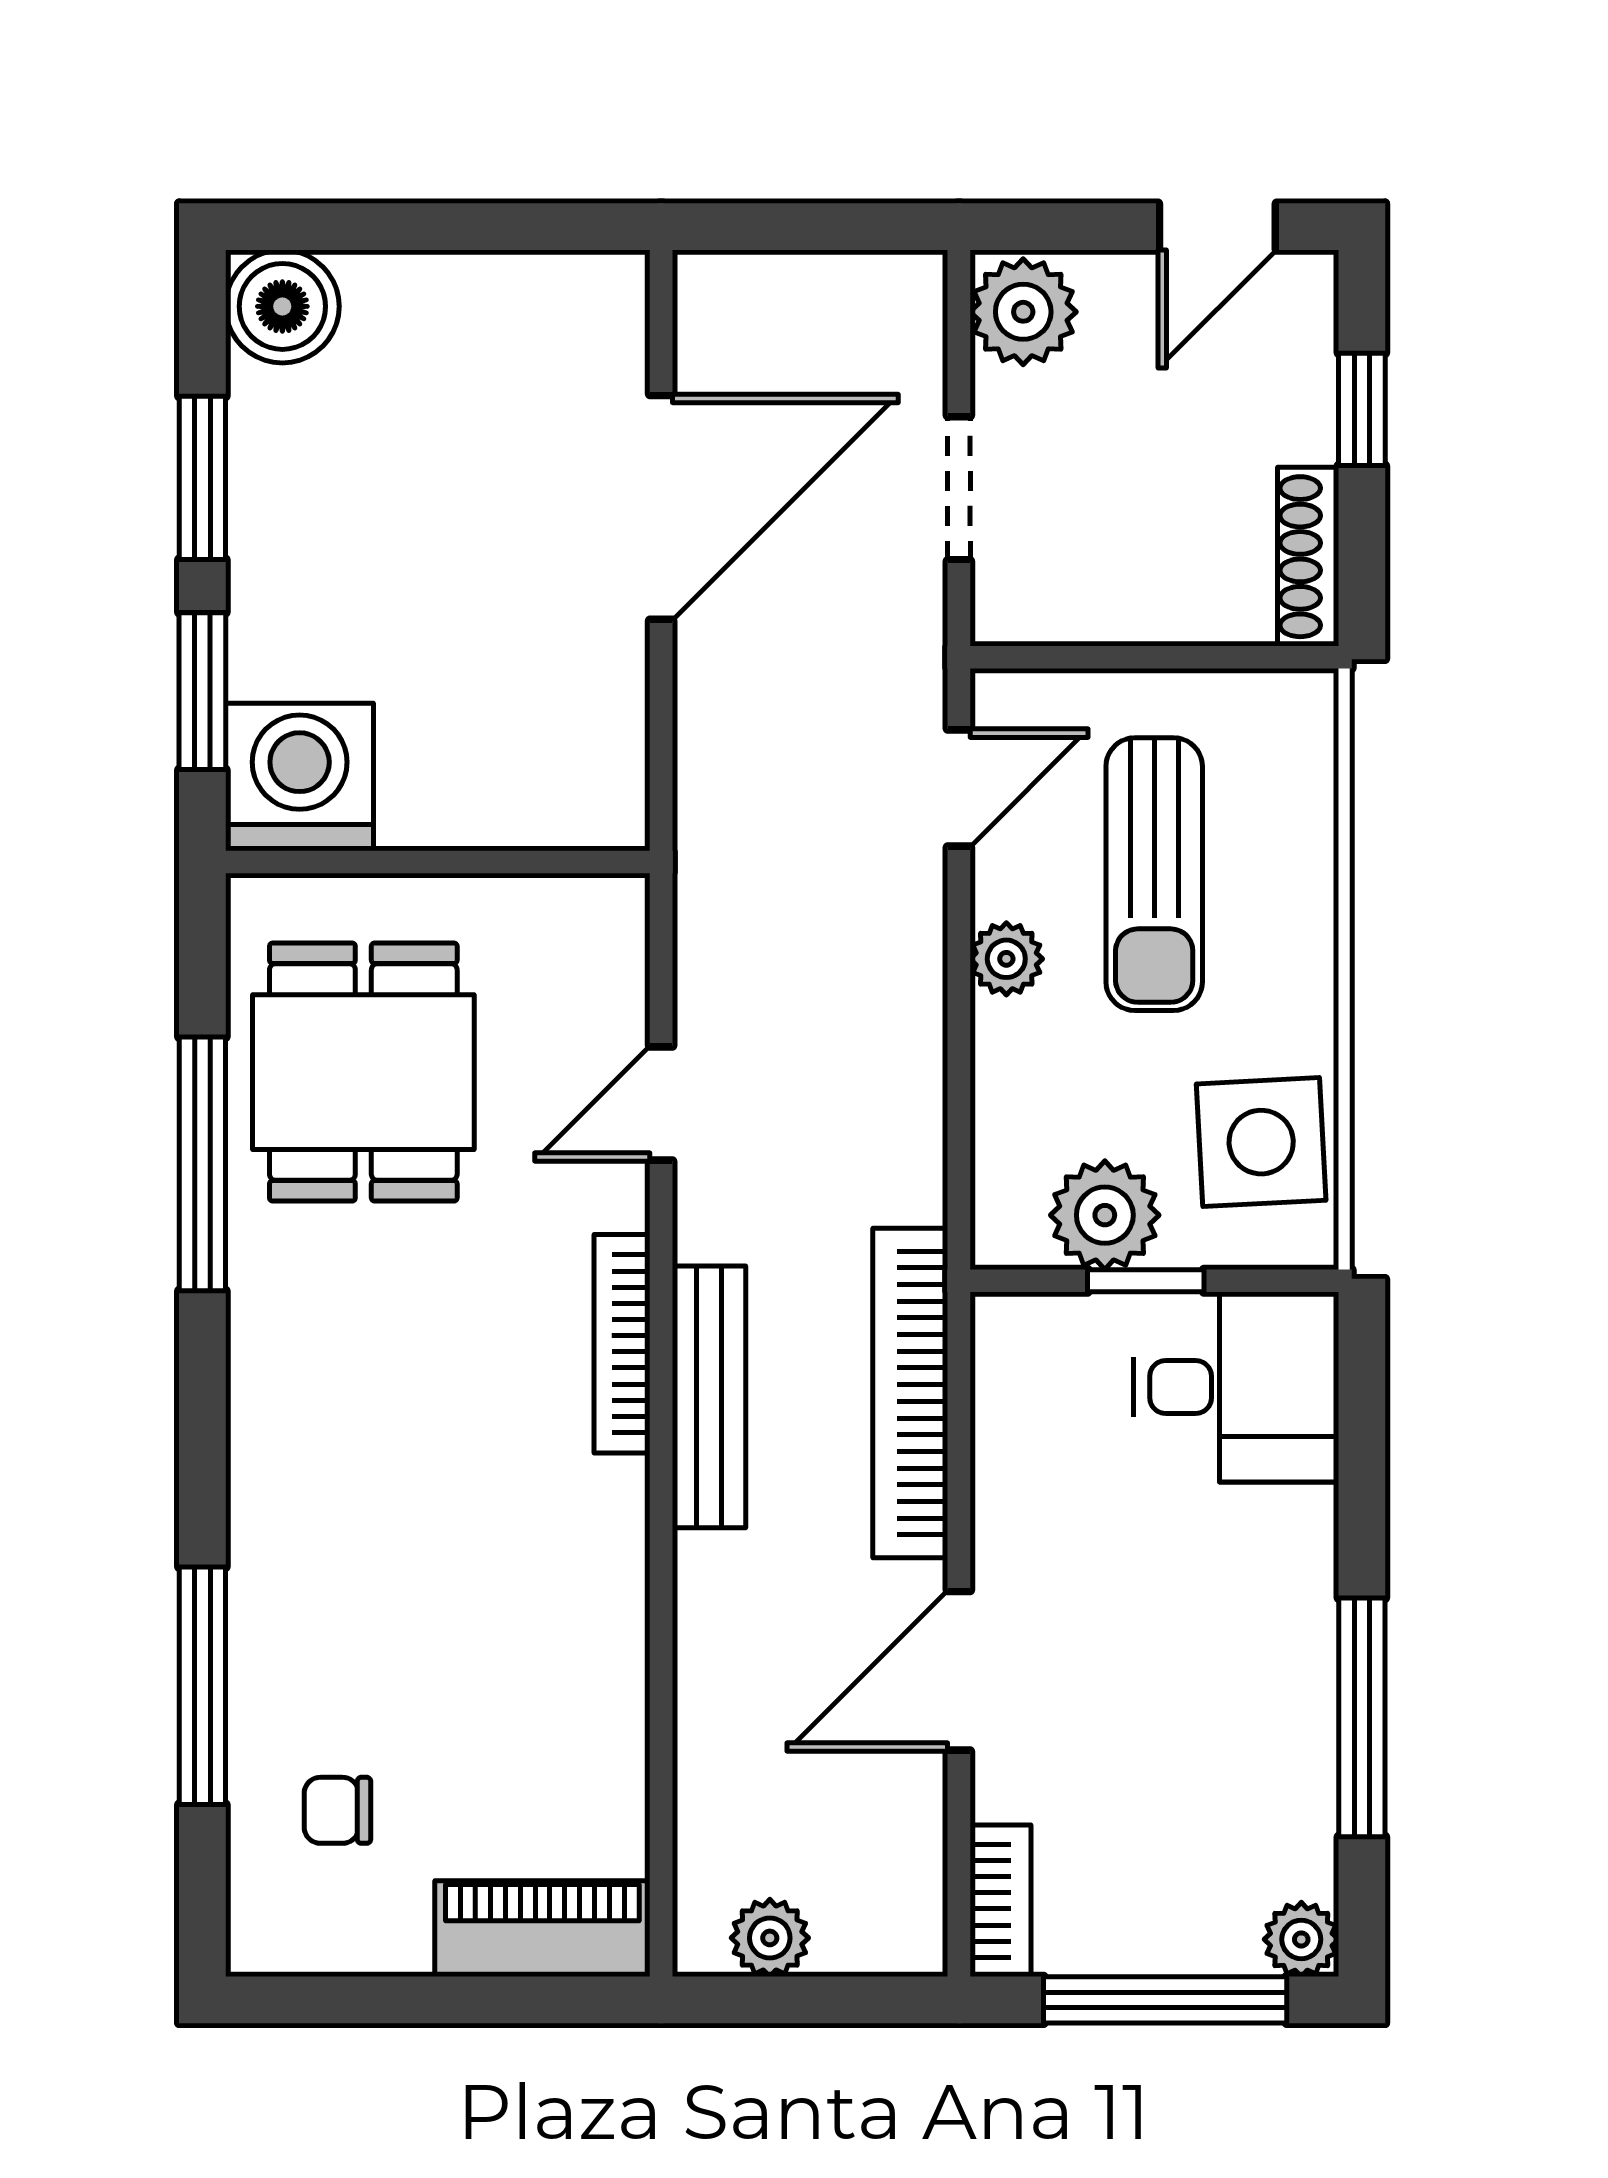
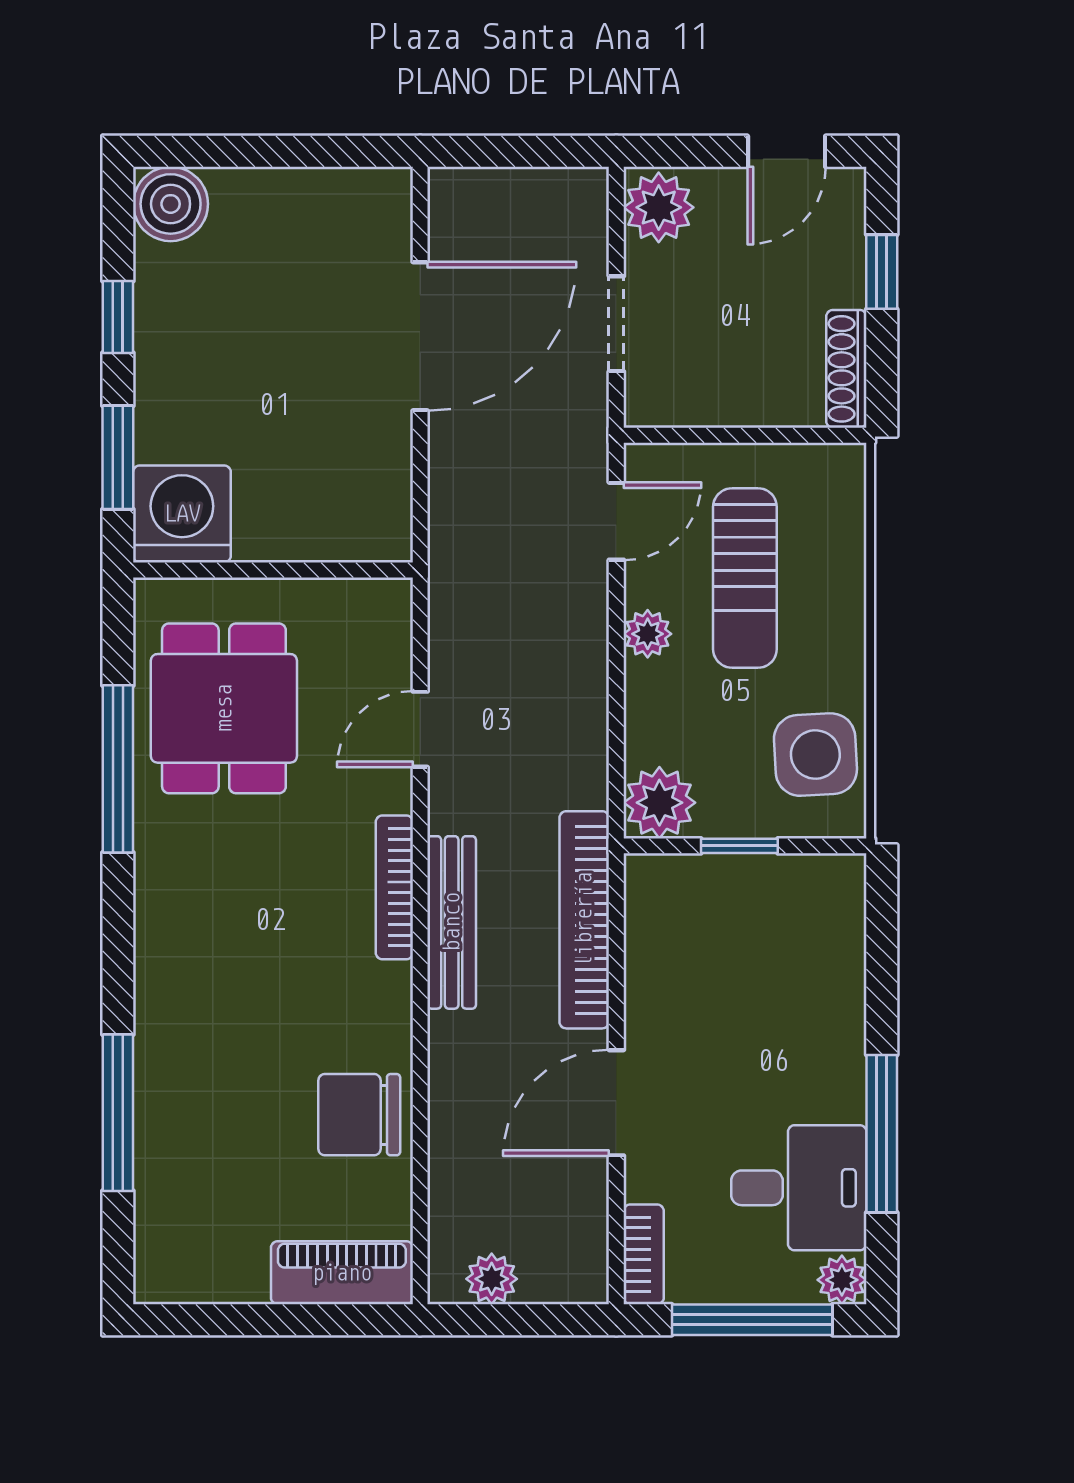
window: (202, 478) -> (118, 317), width x0.67
plant: (1105, 1215) -> (659, 803), moved
desk: (1236, 1387) -> (799, 1188), moved
chair: (337, 1810) -> (359, 1115), moved, width x1.87, depth x1.87

